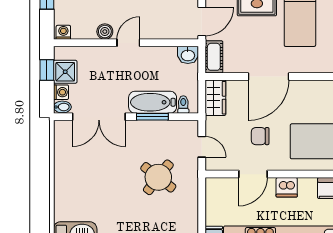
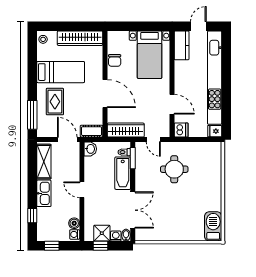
boiler: (105, 32) -> (74, 223), moved
wardrobe: (215, 98) -> (126, 130), width x1.50
window: (152, 117) -> (133, 158), moved
chair: (260, 136) -> (115, 60), moved
door: (202, 147) -> (153, 139), swing flipped
round table: (158, 177) -> (174, 169), turned -38
dishwasher: (287, 187) -> (181, 130), moved

